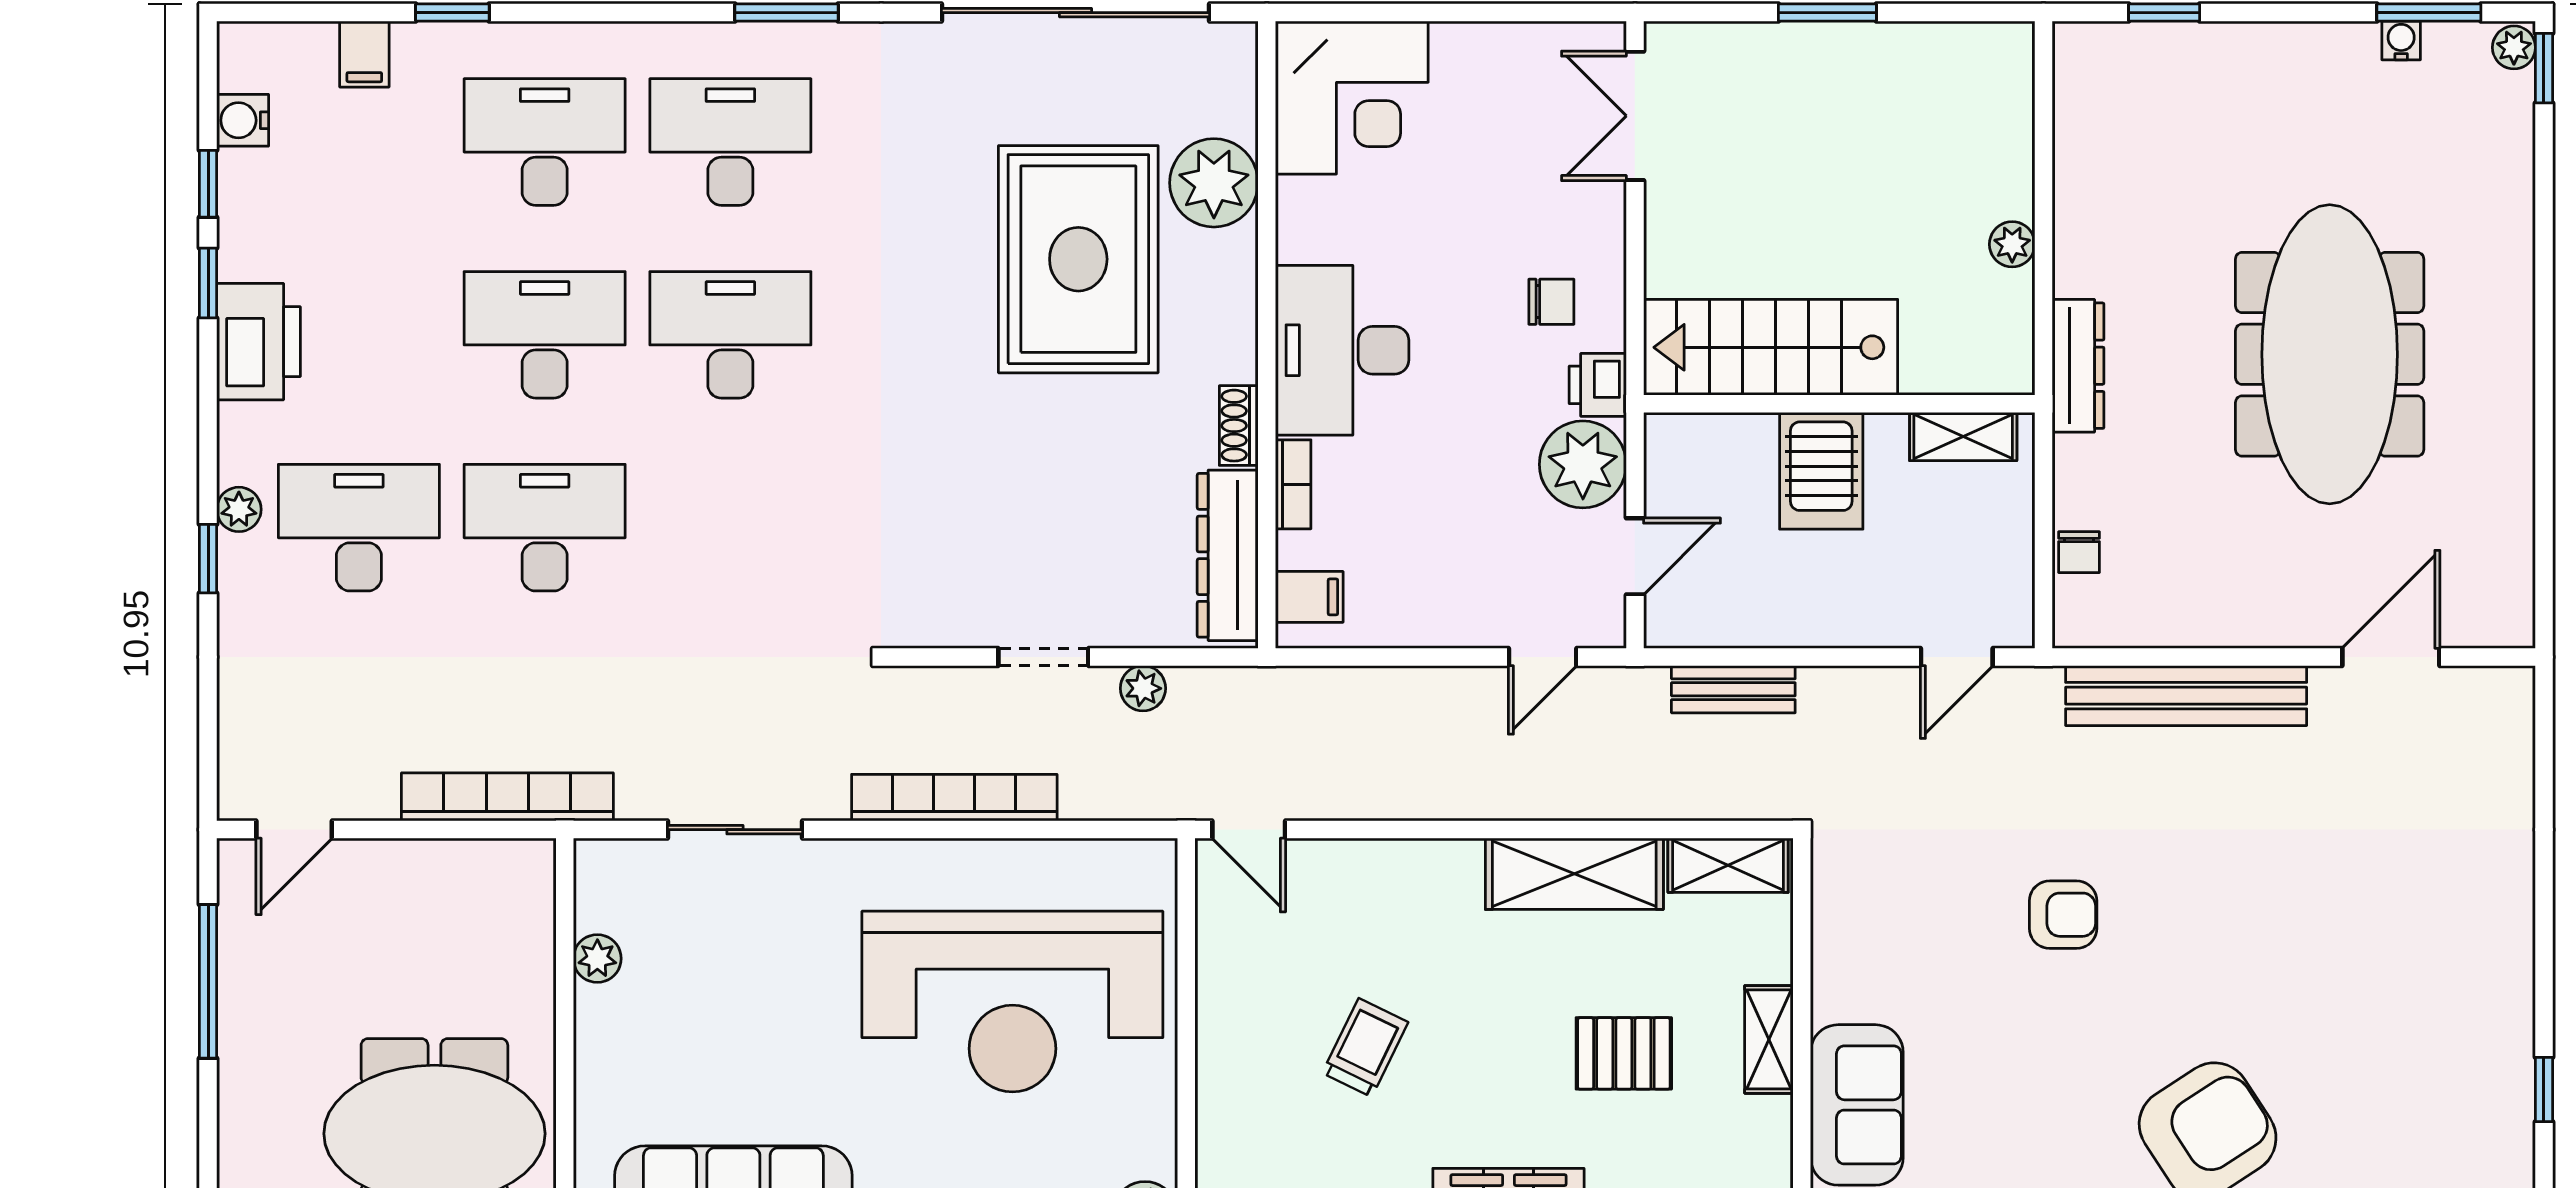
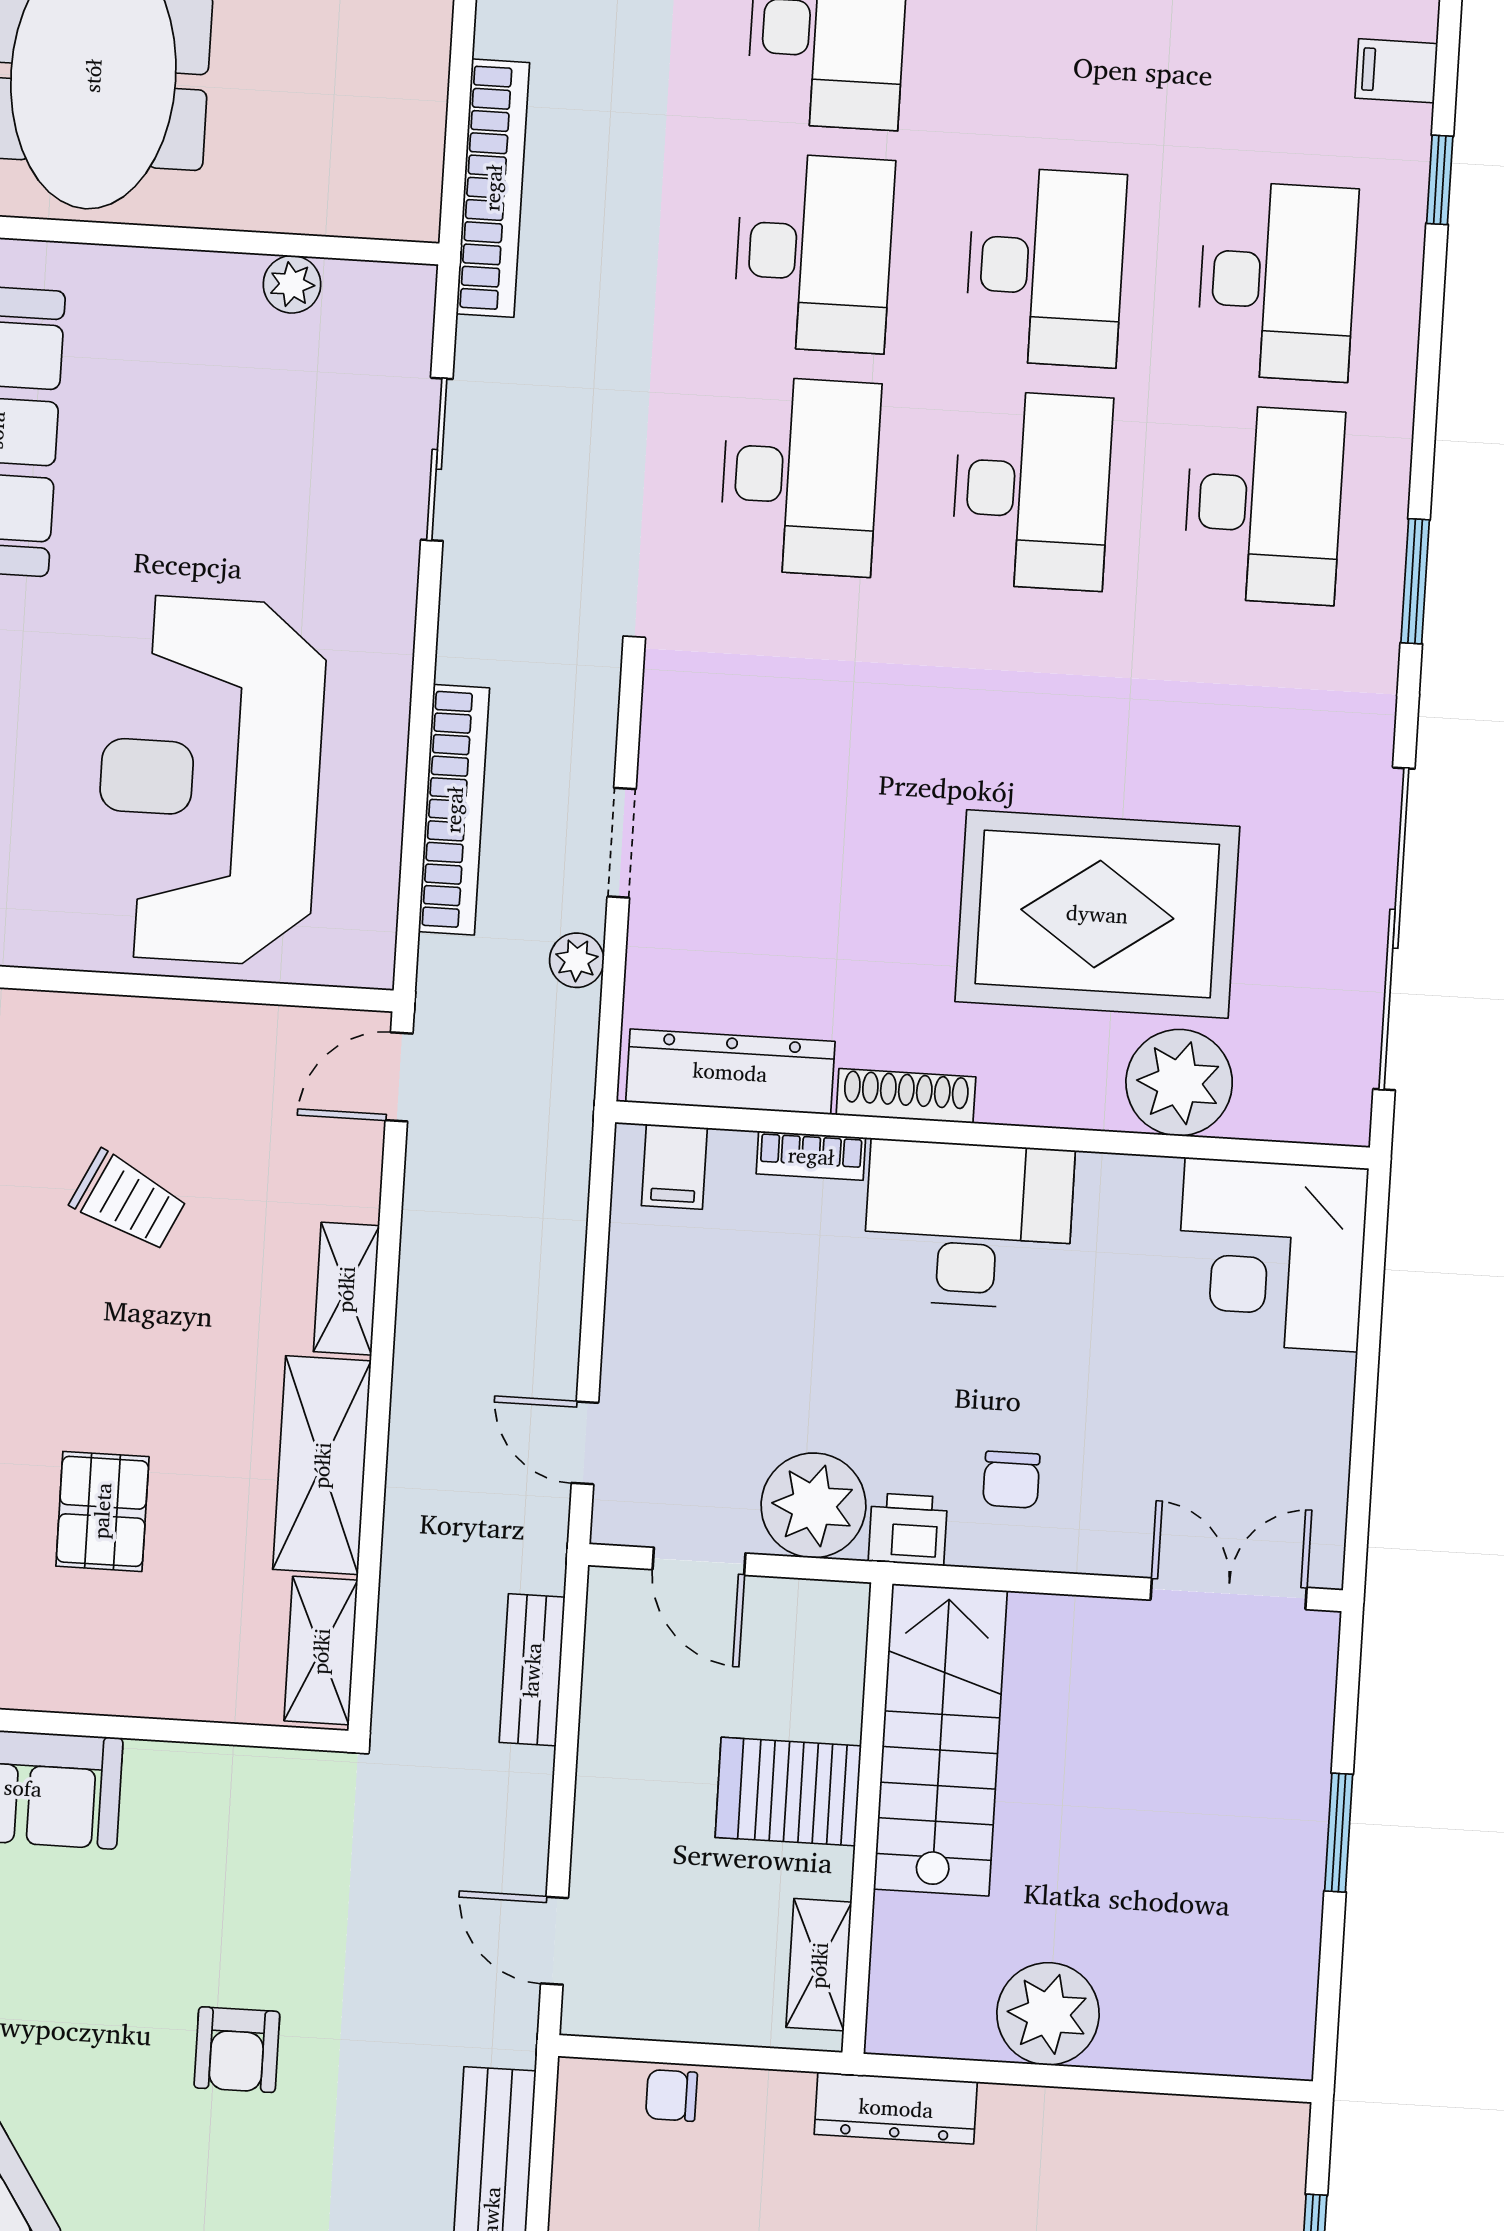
plant: (2012, 244) -> (1048, 2014), width x1.88, depth x1.88
shoe rack: (1239, 426) -> (906, 1096), width x1.43
desk: (730, 528) -> (800, 476), added
bookcase: (954, 798) -> (454, 810), moved
shelving: (1769, 1039) -> (346, 1289), moved, turned 90

